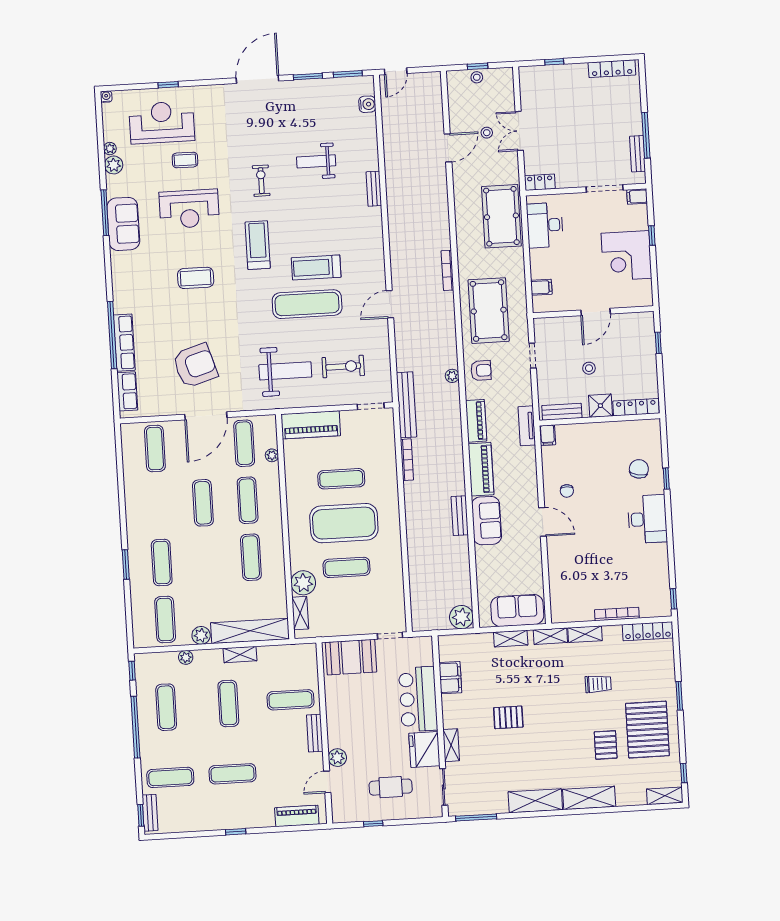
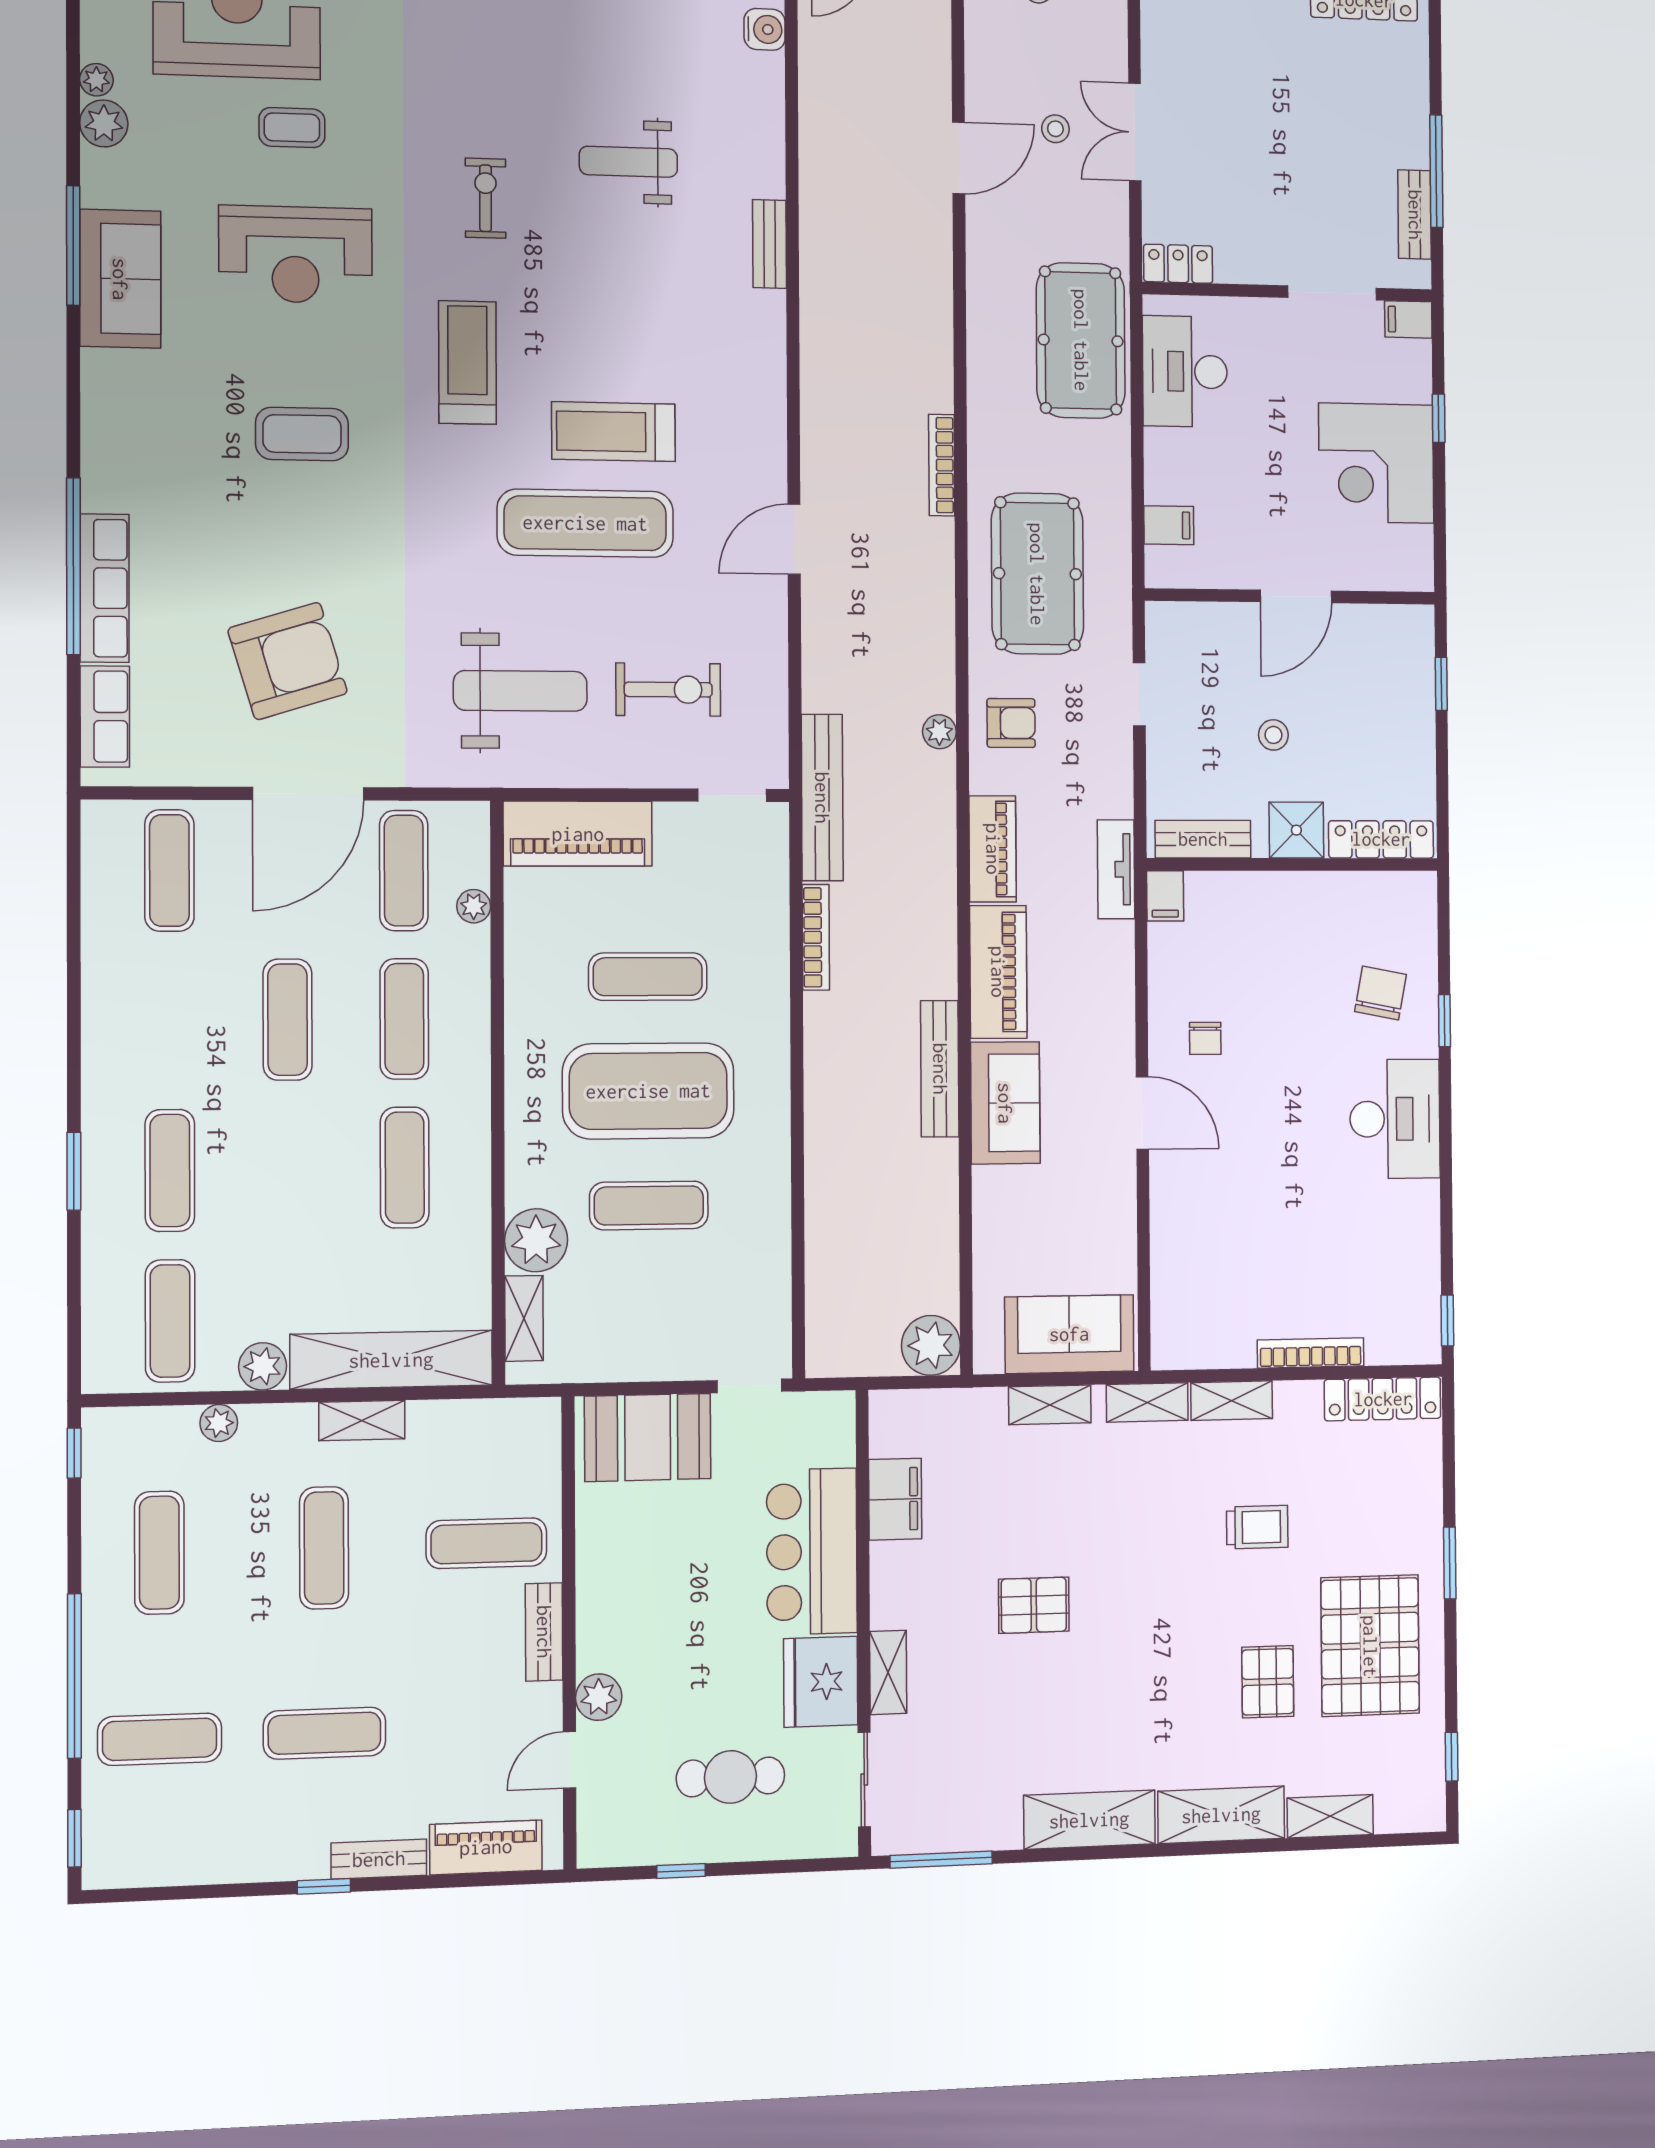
bench: (460, 516) -> (940, 1069), width x1.36
window: (135, 727) -> (74, 1676), moved
shelving: (665, 796) -> (1330, 1816), moved
bench: (150, 813) -> (379, 1859), moved, turned 90

